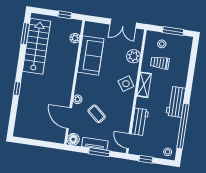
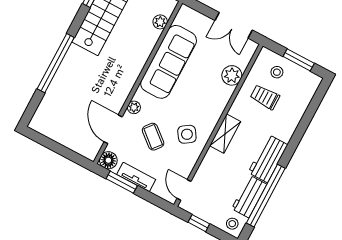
sofa: (90, 55) -> (169, 62), width x1.36
side table: (126, 84) -> (187, 134), moved
shelving: (144, 85) -> (225, 134), moved
window: (17, 89) -> (56, 63), width x3.17
workbench: (140, 122) -> (249, 197), moved, turned 180
window: (99, 152) -> (122, 182), moved

